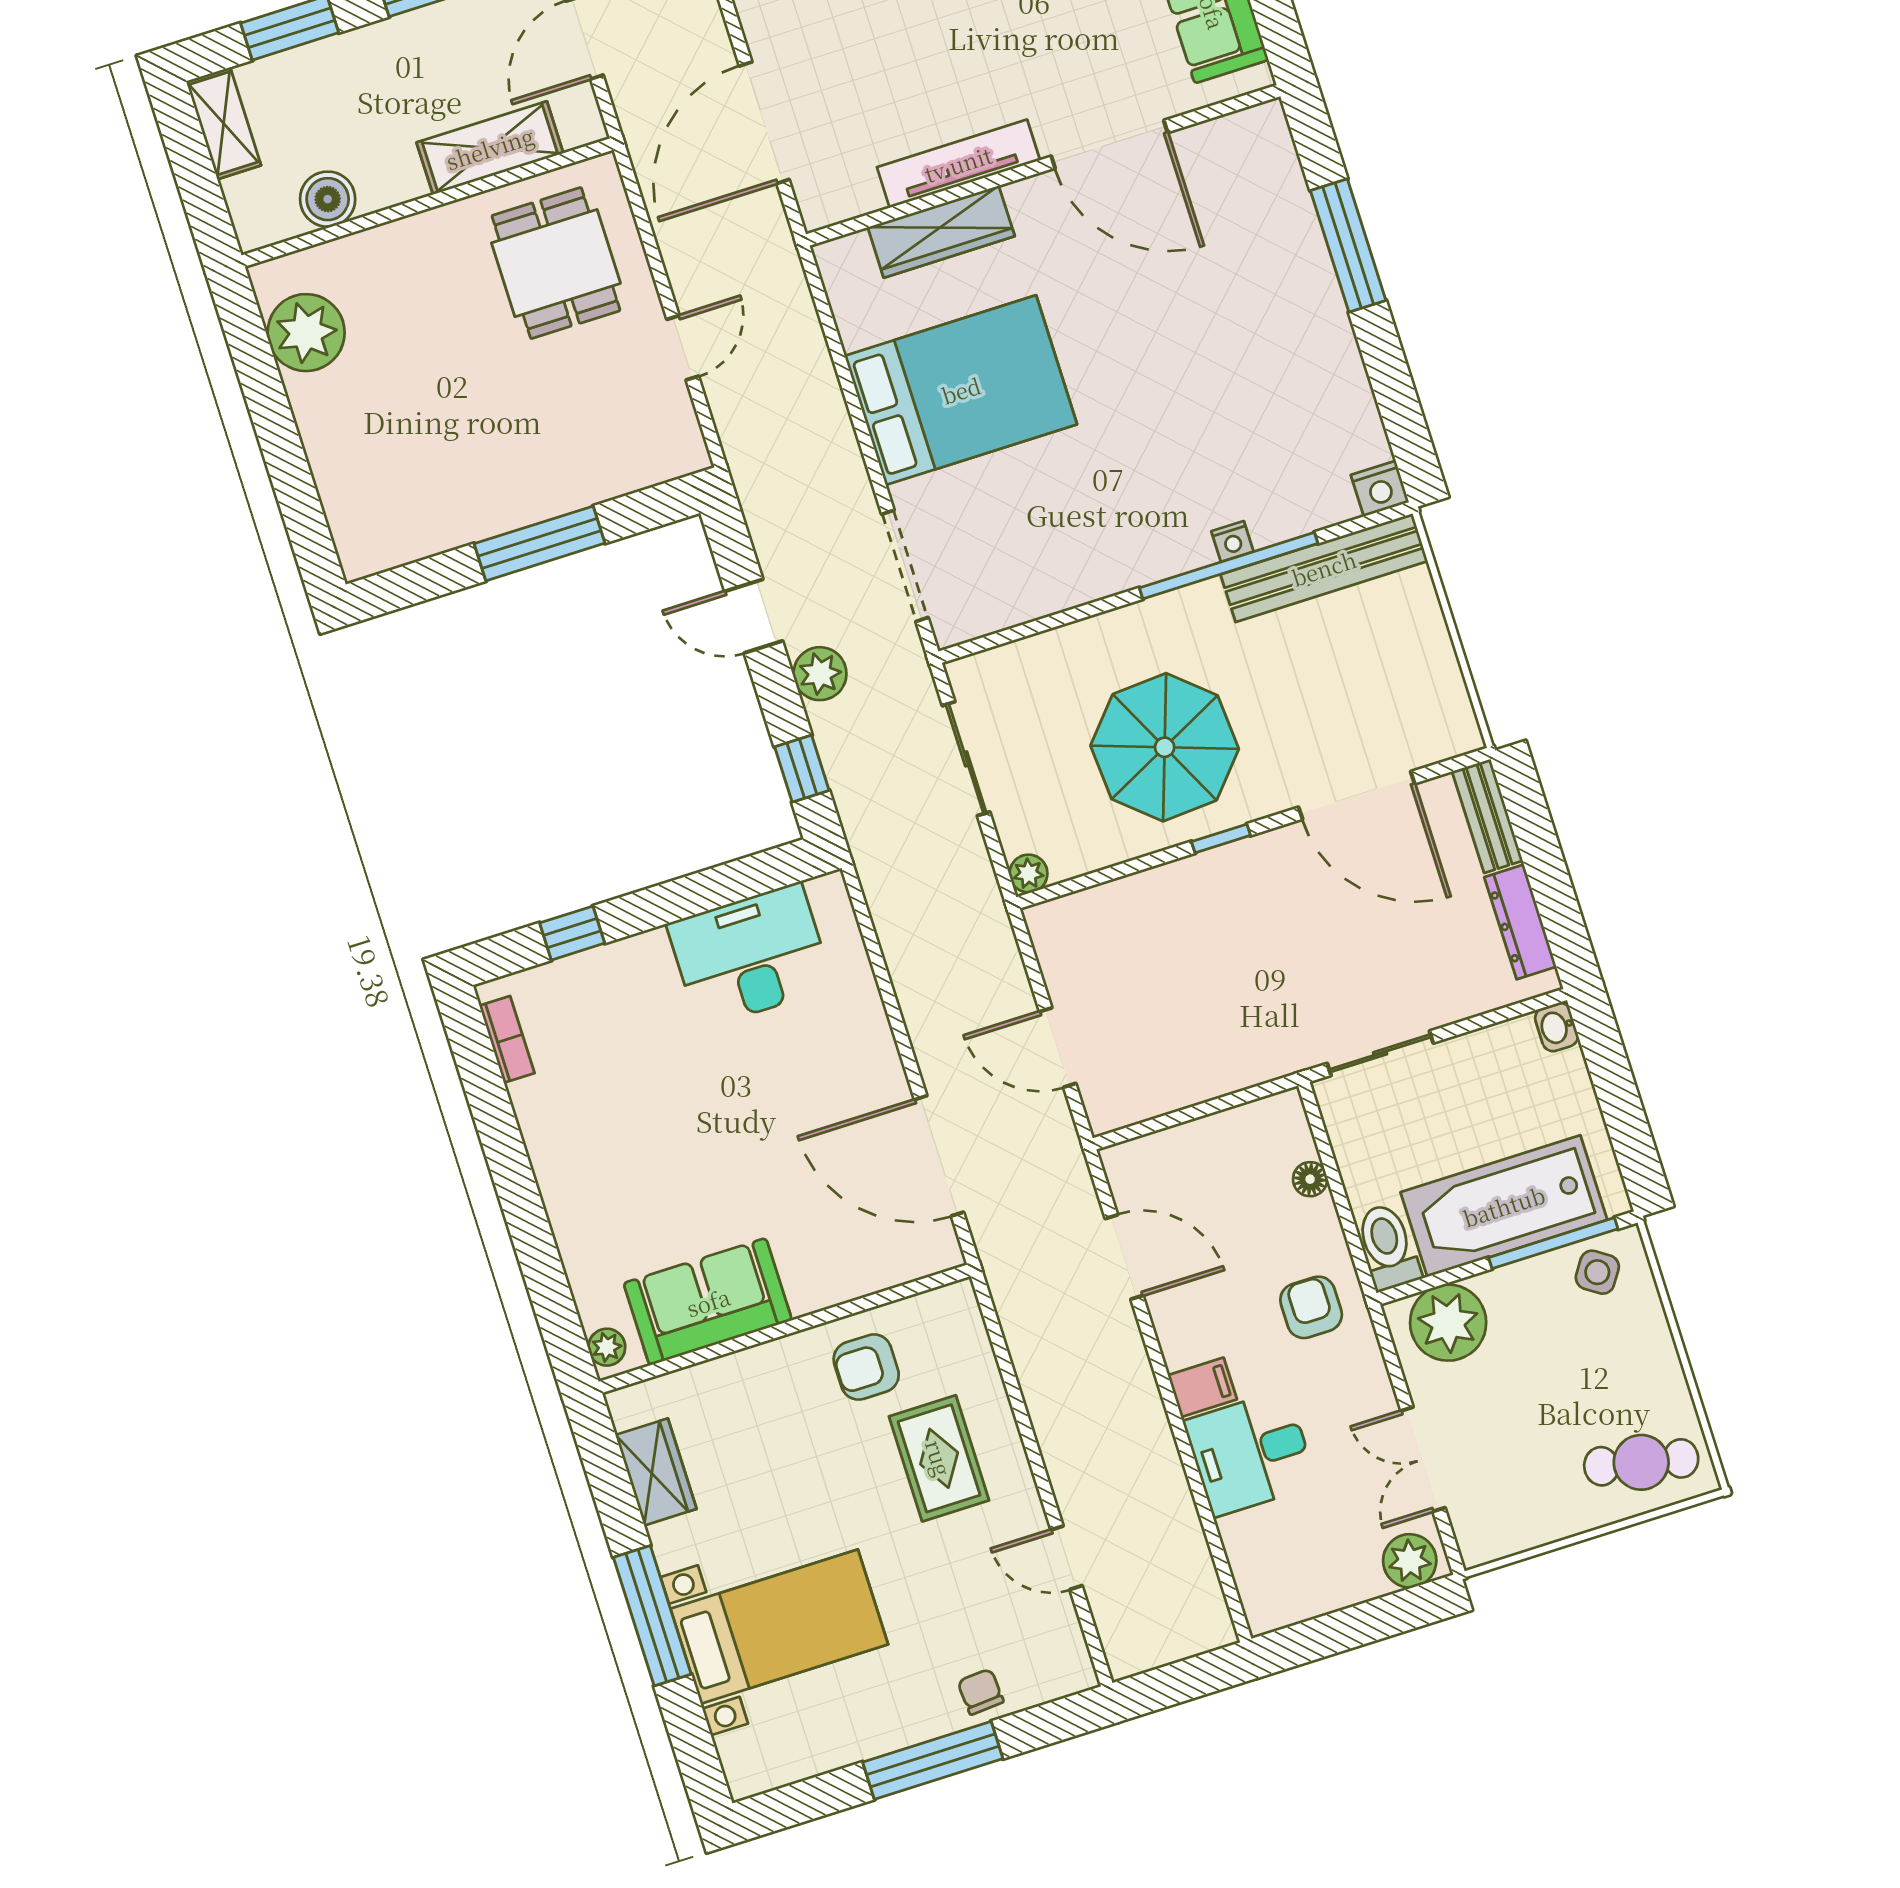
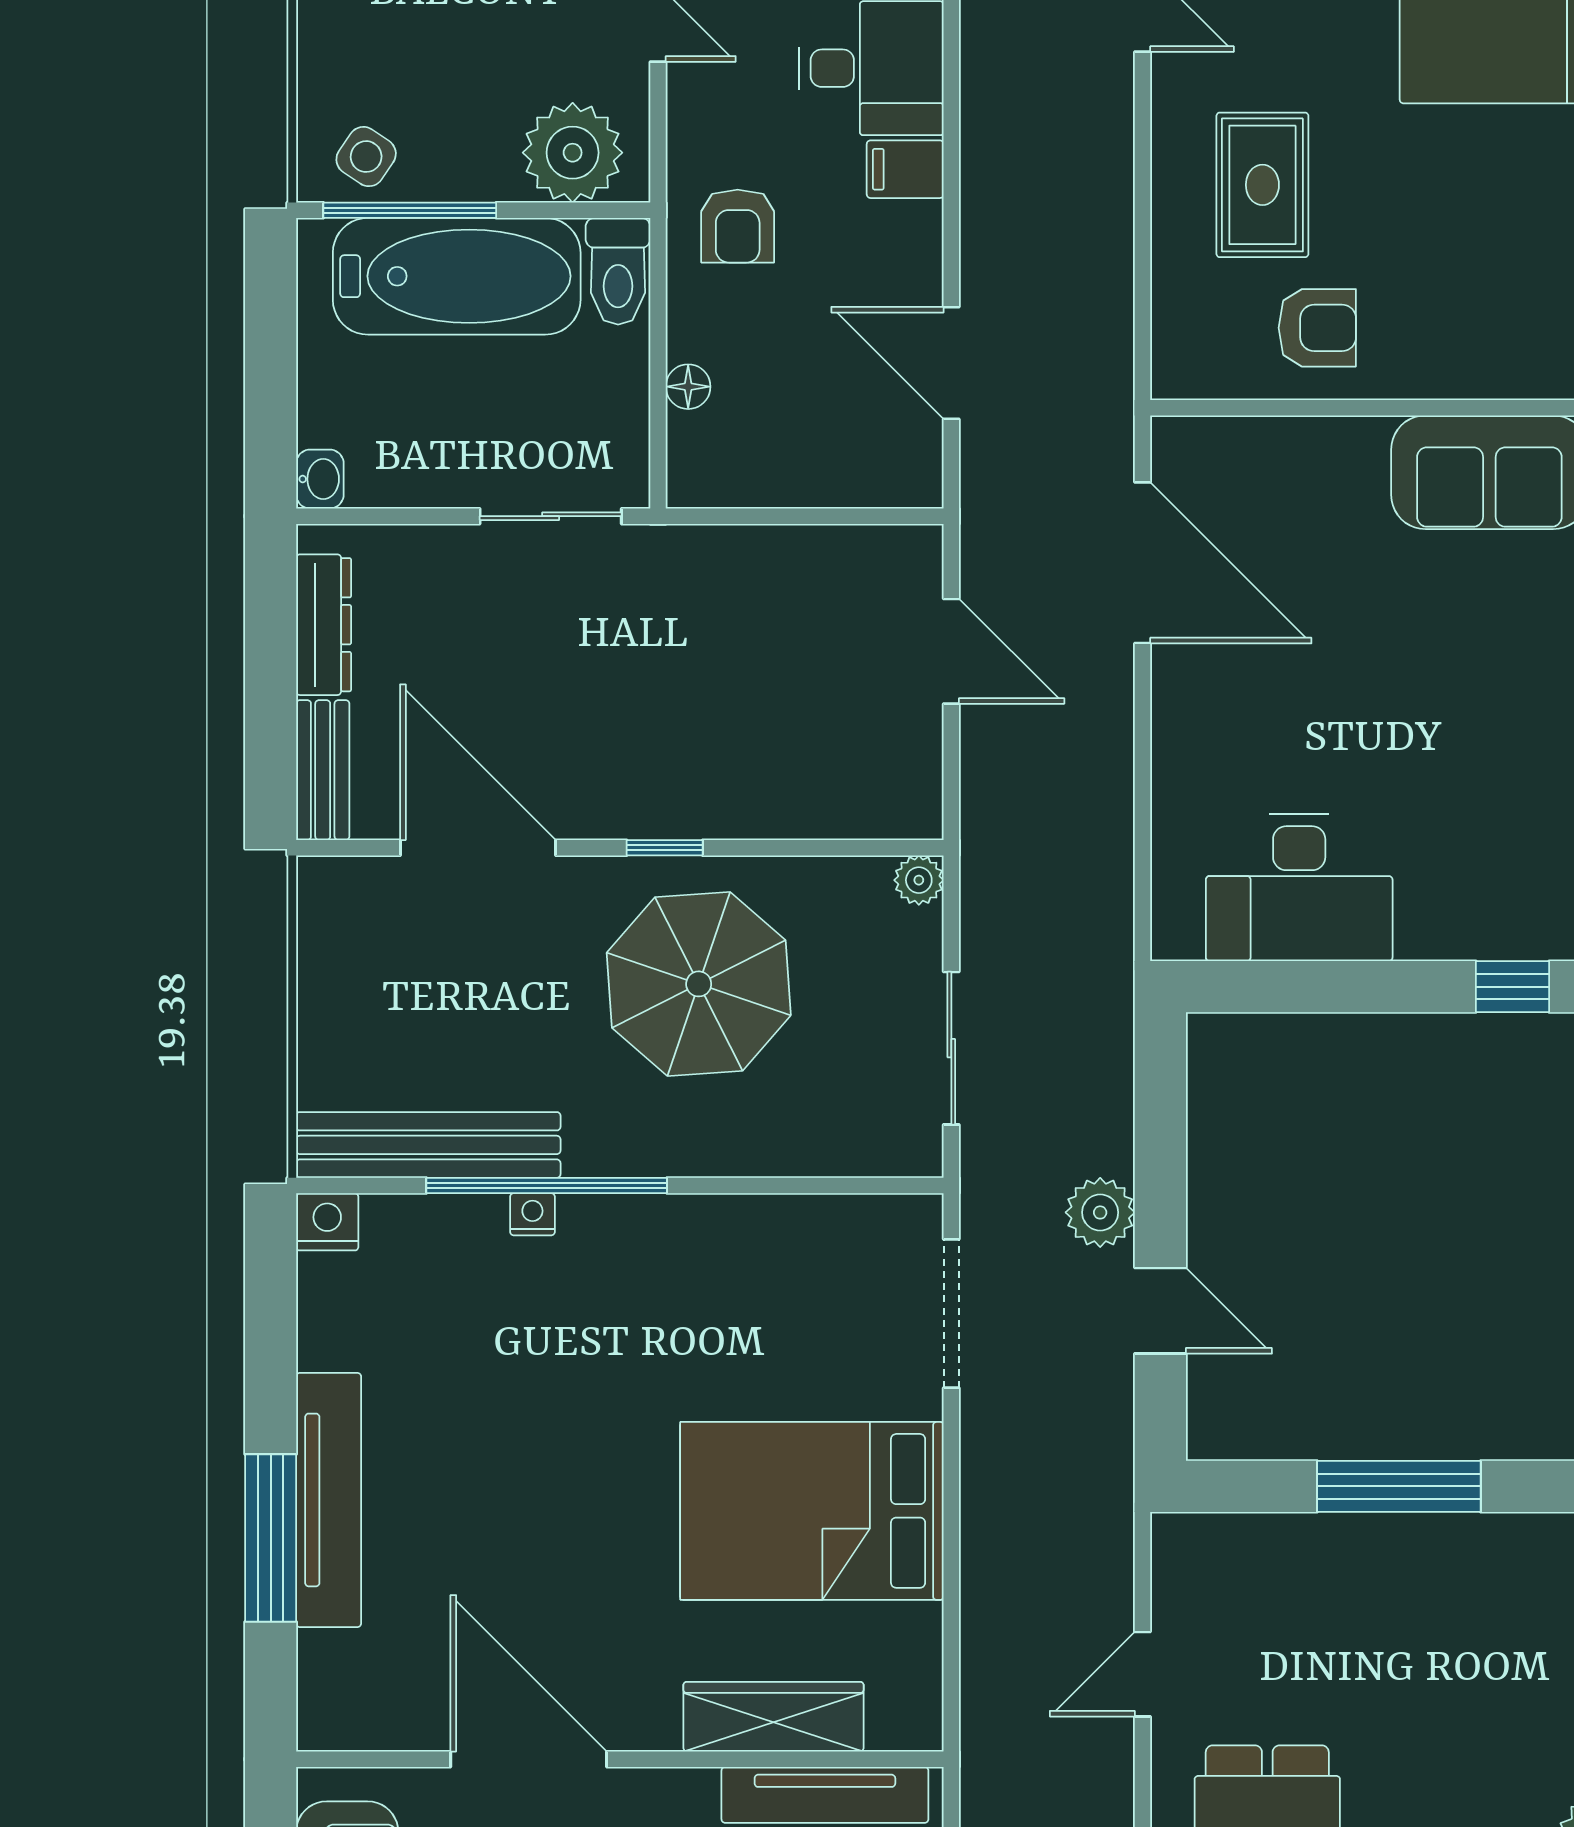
tv unit: (958, 164) -> (825, 1795), moved
tv unit: (1315, 287) -> (329, 1500), added
window: (802, 769) -> (1160, 1101), removed

